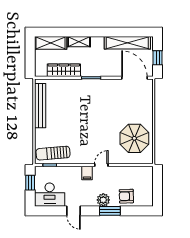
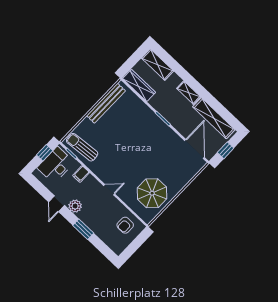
shelving: (79, 42) -> (189, 93), moved
wardrobe: (64, 70) -> (139, 85), moved
filing cabinet: (87, 173) -> (81, 174), moved
desk: (50, 195) -> (56, 165), moved, turned 90
armchair: (126, 196) -> (125, 225), moved, turned -88
plant: (103, 200) -> (75, 206), moved

